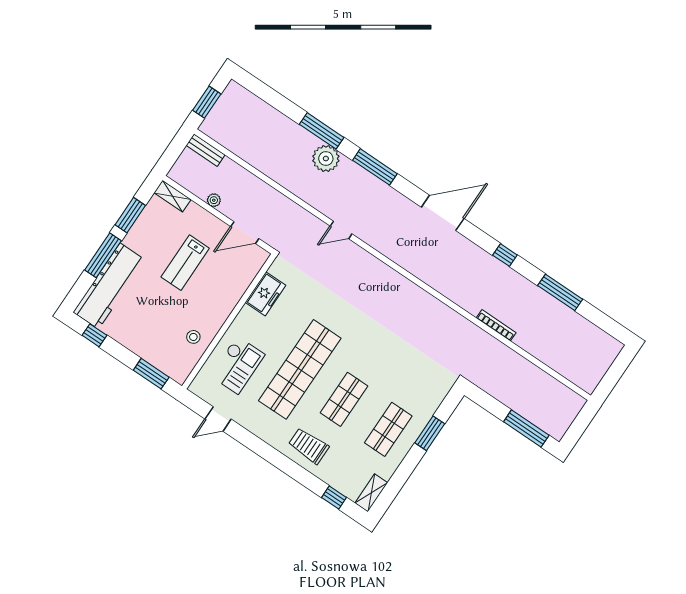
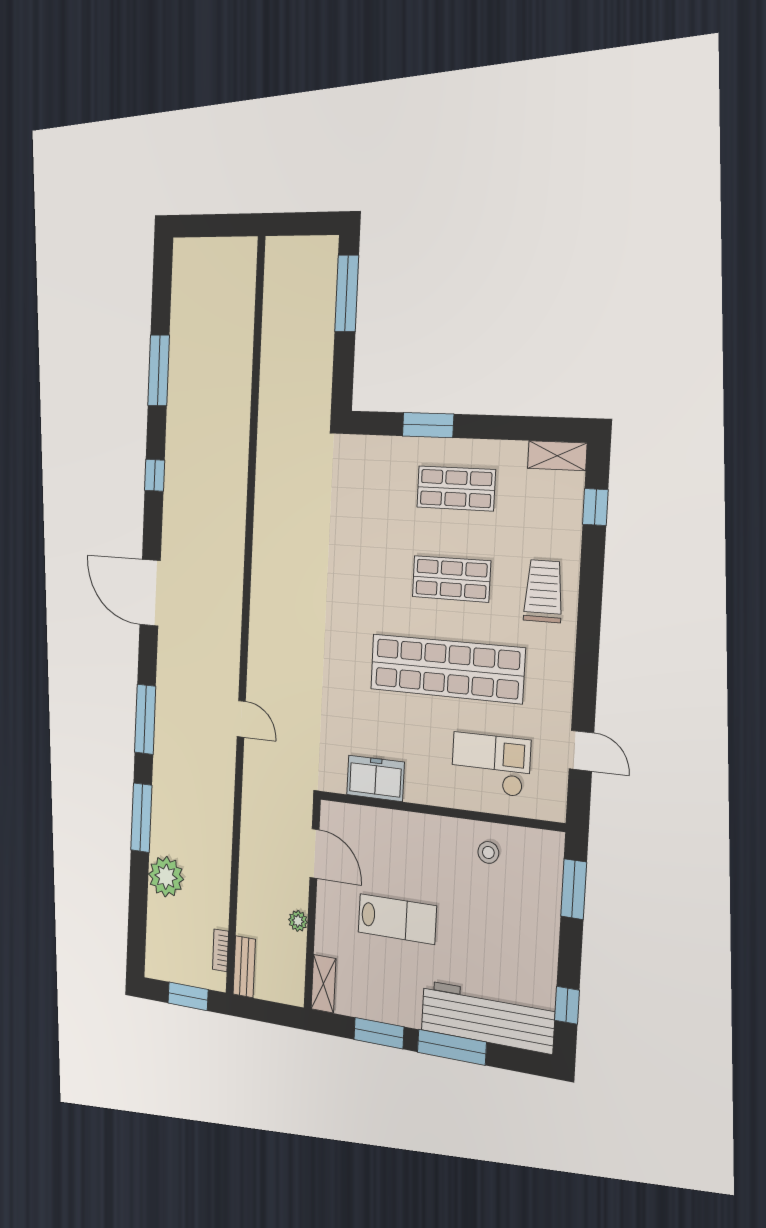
plant: (326, 159) -> (166, 877), moved
bookcase: (496, 325) -> (220, 950), moved, width x0.64
trolley: (309, 446) -> (543, 591), turned 180

